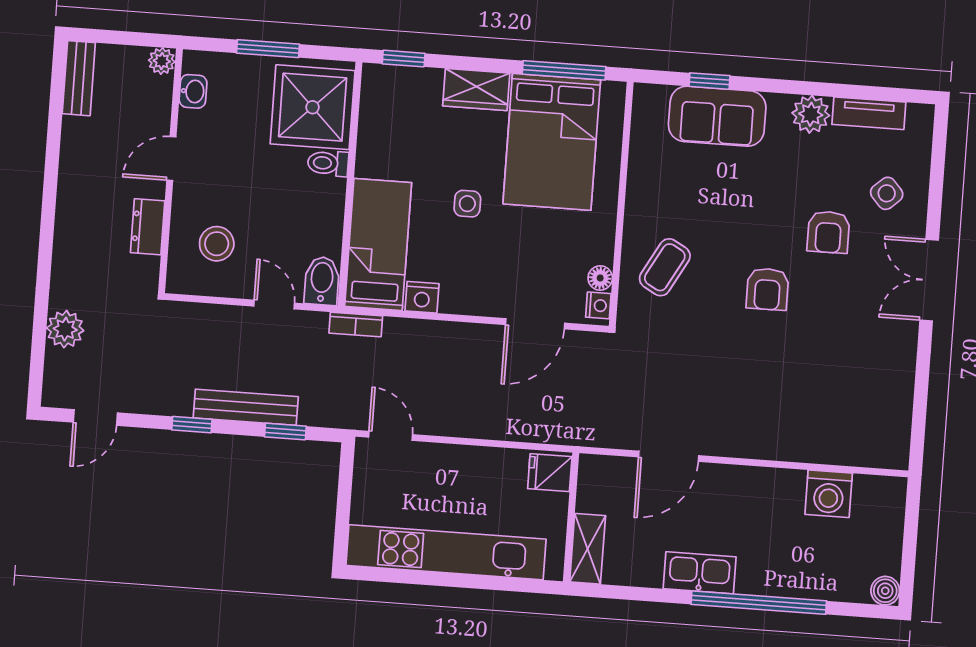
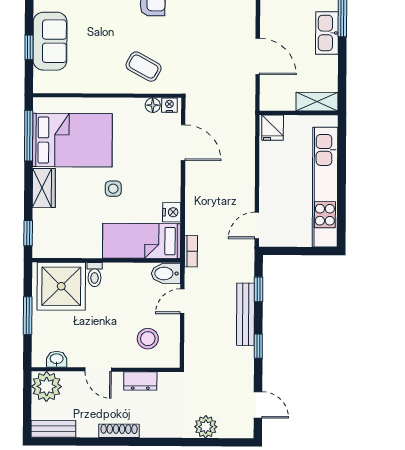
plant: (162, 61) -> (47, 386), width x1.88, depth x1.88
shoe rack: (68, 186) -> (119, 431), added

